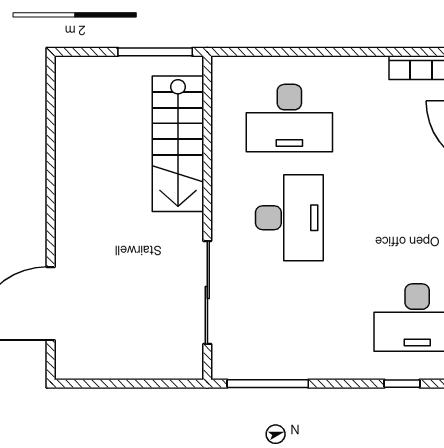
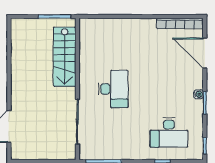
desk: (289, 118) -> (113, 45), removed

